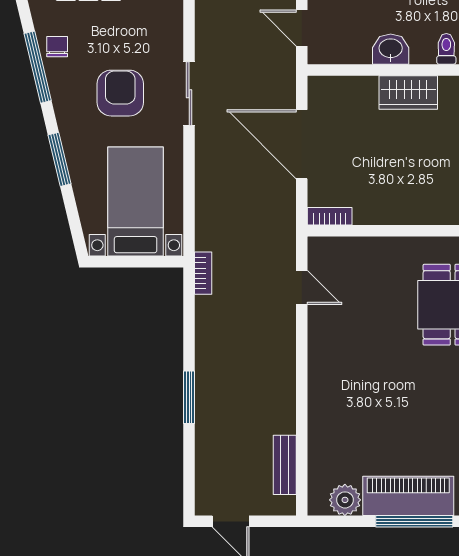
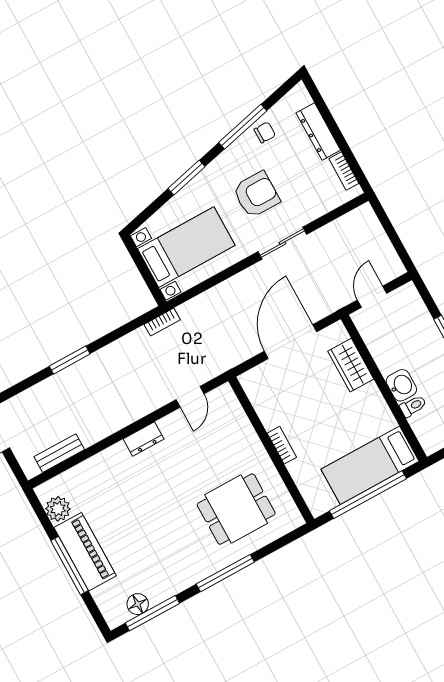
washbasin: (391, 49) -> (401, 385), moved
wardrobe: (408, 92) -> (351, 365), moved
bookcase: (330, 216) -> (282, 445), moved
dresser: (320, 364) -> (144, 439), added

